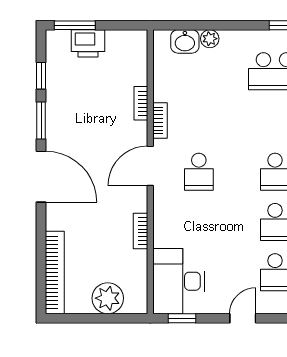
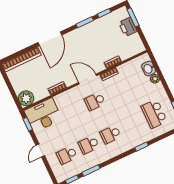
door: (41, 177) -> (50, 39), moved
plant: (108, 298) -> (26, 98), moved
door: (243, 318) -> (40, 151), swing flipped

